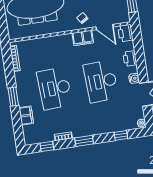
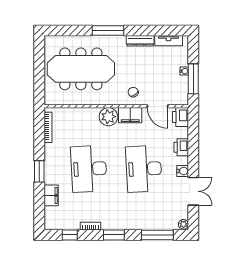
plant: (65, 42) -> (108, 117), added
window: (121, 135) -> (157, 235), width x2.17

